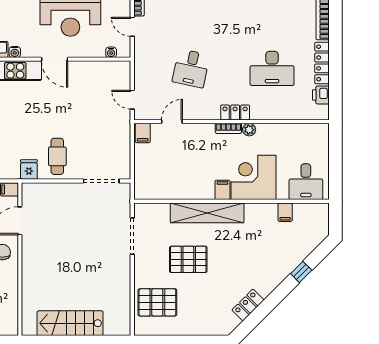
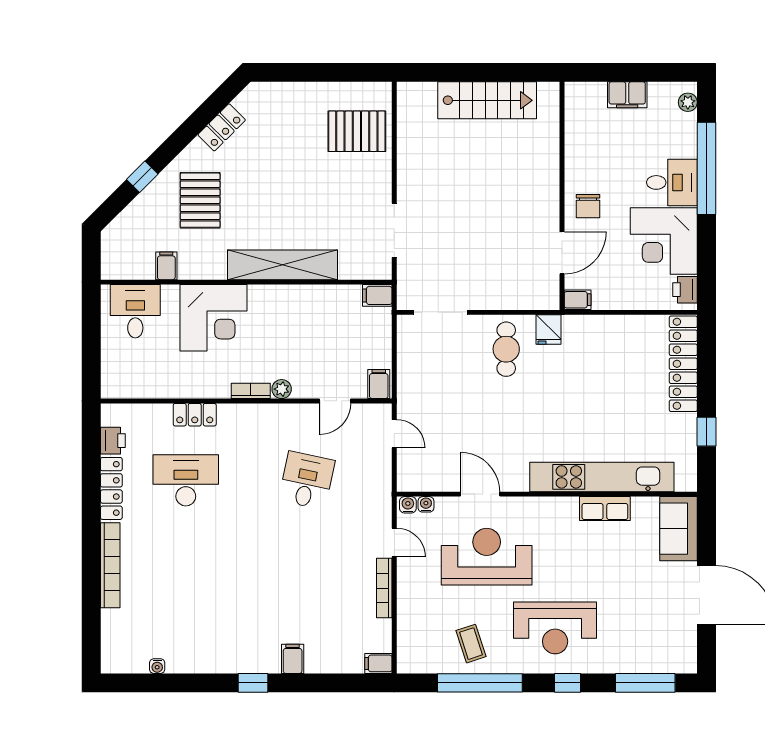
water cooler: (15, 52) -> (408, 505), moved
door: (55, 59) -> (480, 494), moved
locker: (235, 112) -> (195, 415), moved
plant: (249, 130) -> (282, 389), moved
filing cabinet: (223, 190) -> (377, 295), moved, turned 90
pallet: (188, 259) -> (200, 200), moved, turned 90

